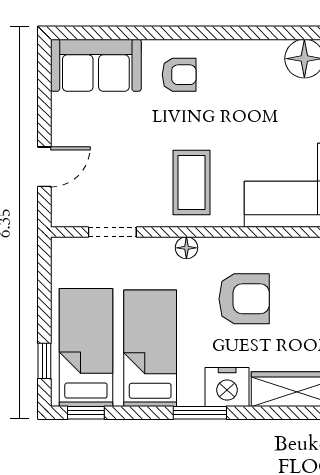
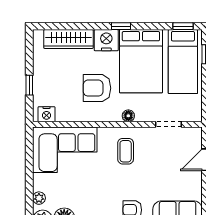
coffee table: (192, 182) -> (126, 151), width x0.73, depth x0.77
bed: (150, 348) -> (141, 61), width x1.50
window: (200, 413) -> (121, 26), width x0.67

